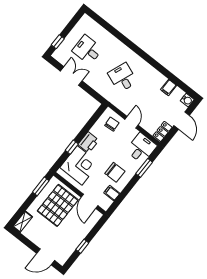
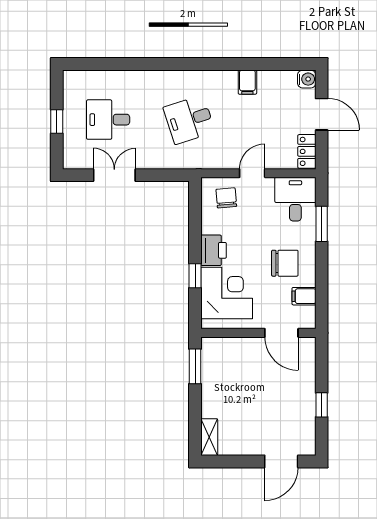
window: (58, 42) -> (57, 122), moved
desk: (123, 78) -> (189, 120), turned -39
filing cabinet: (169, 88) -> (247, 82), moved
door: (132, 122) -> (252, 173), hinge flipped
pallet: (58, 205) -> (241, 374), removed

